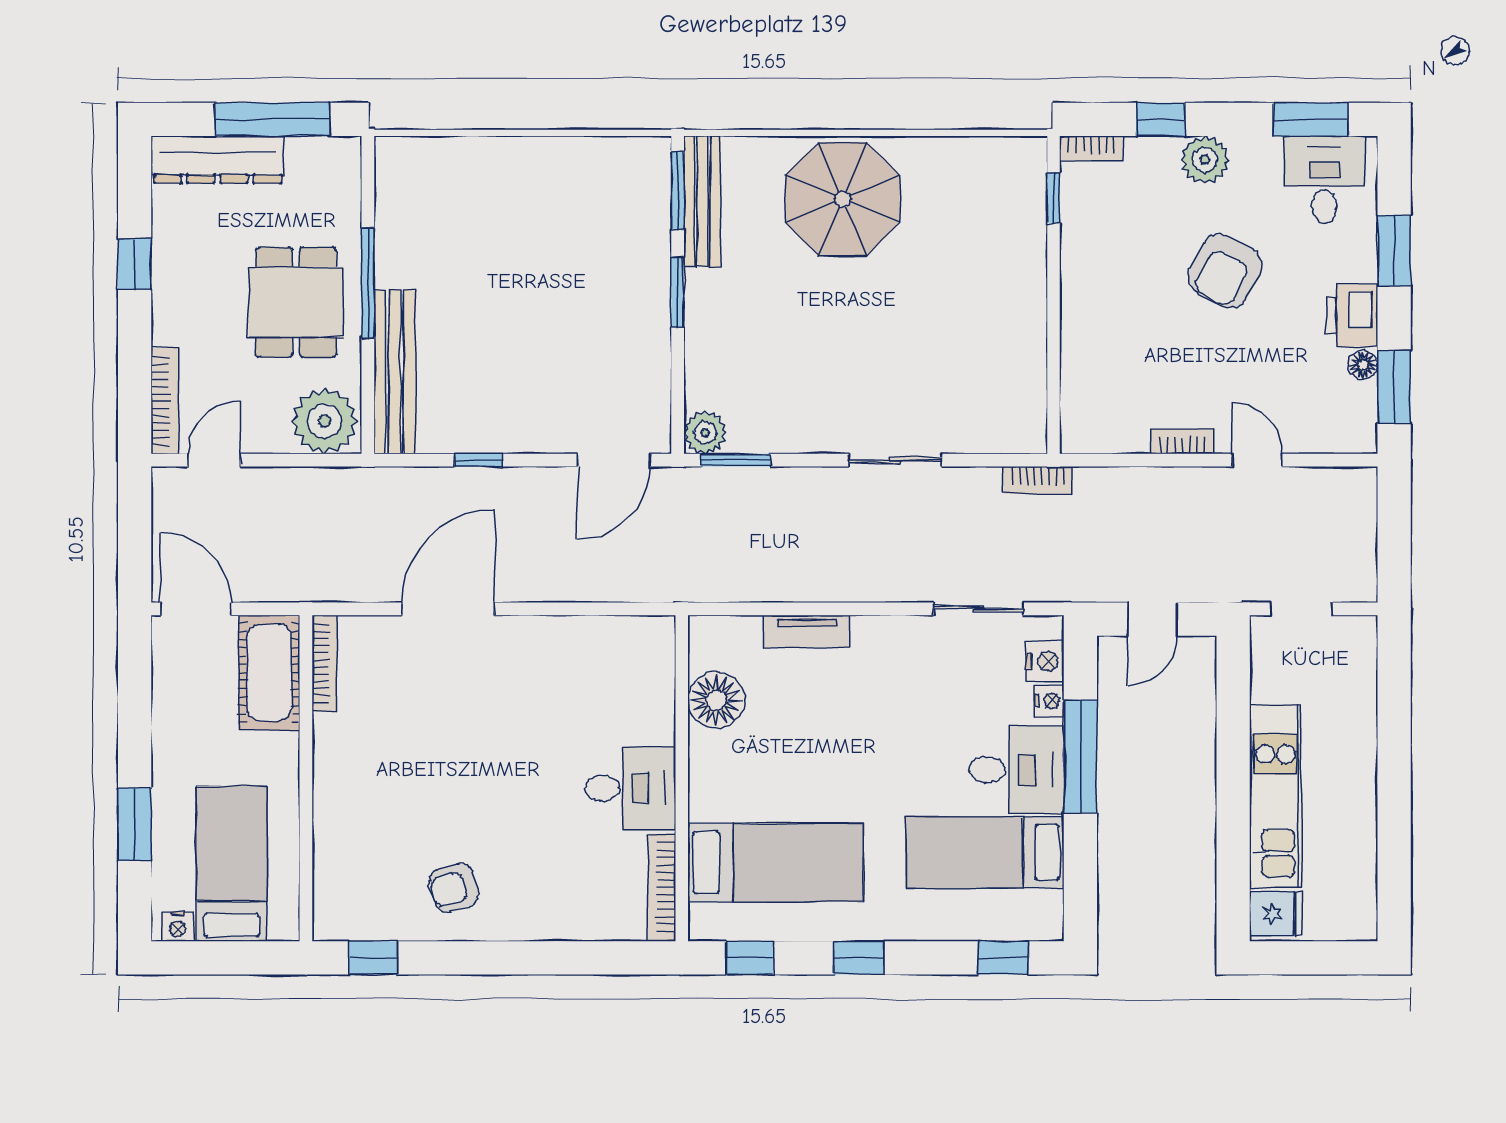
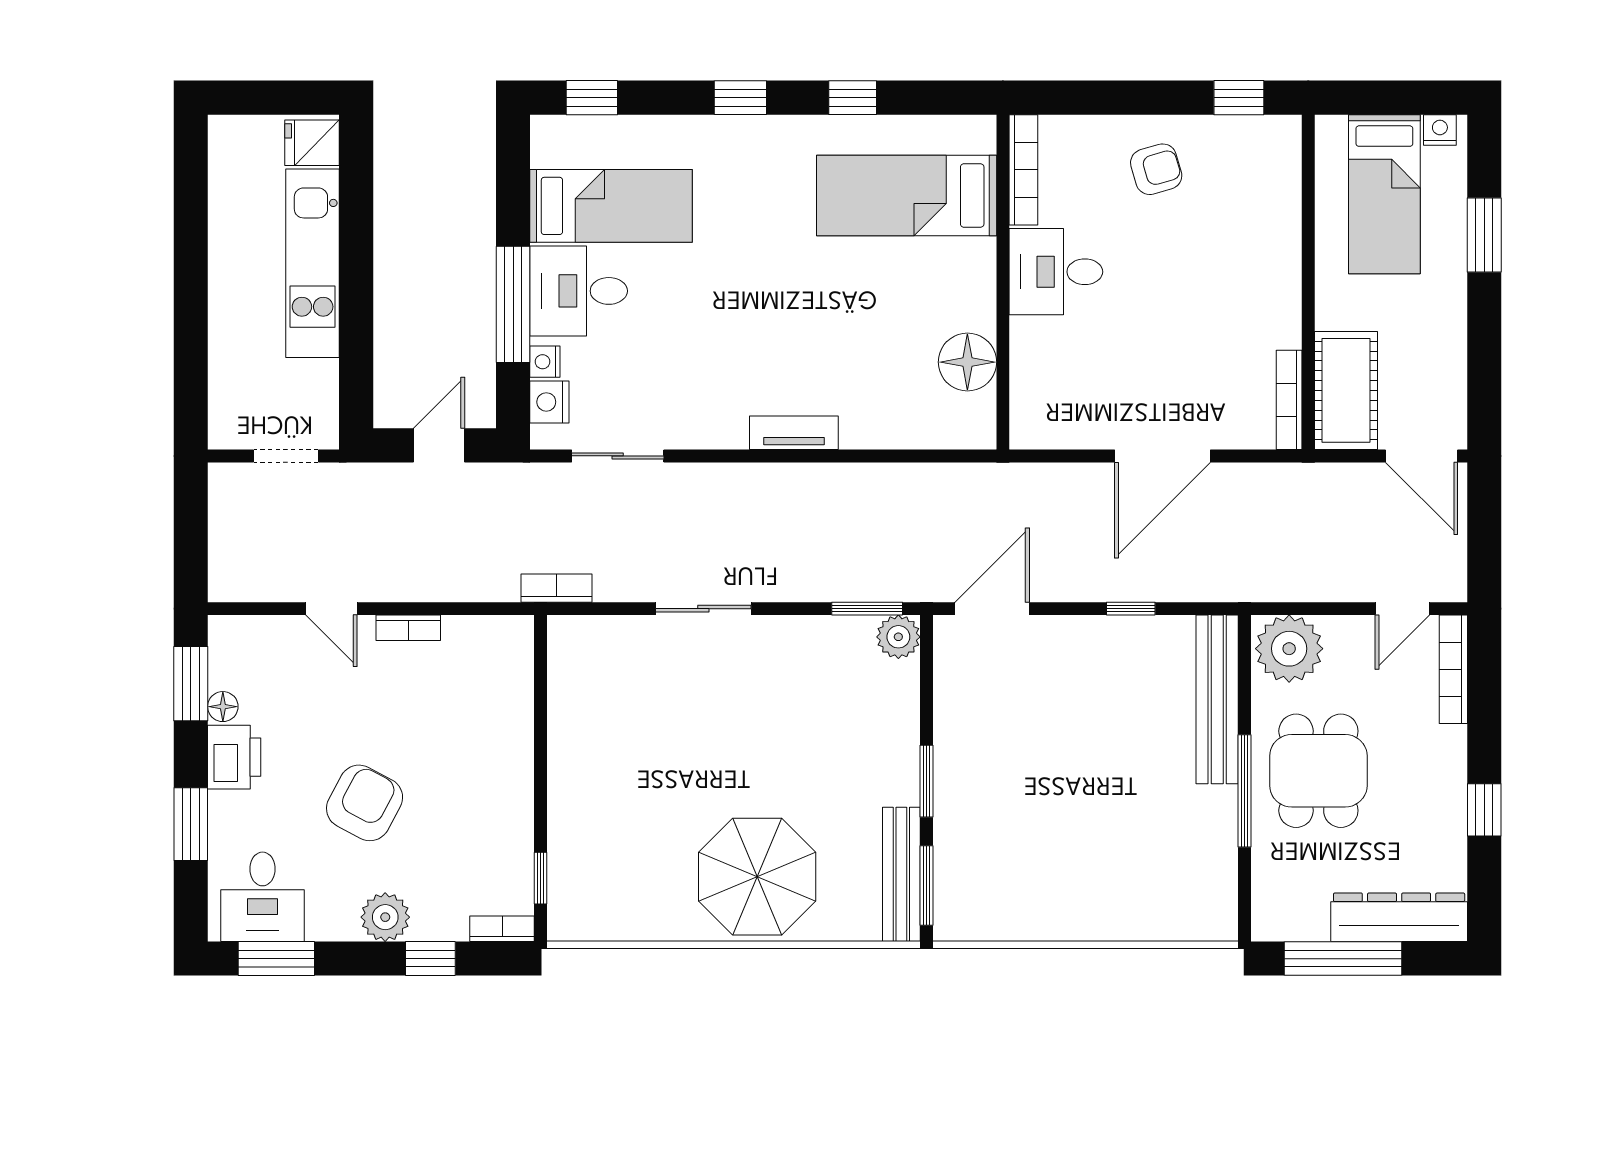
floor lamp: (716, 700) -> (967, 362), moved
wall: (682, 778) -> (1003, 282), moved
desk: (630, 788) -> (1056, 272), moved
bed: (776, 862) -> (907, 196), moved
bookcase: (662, 887) -> (1023, 170), moved

